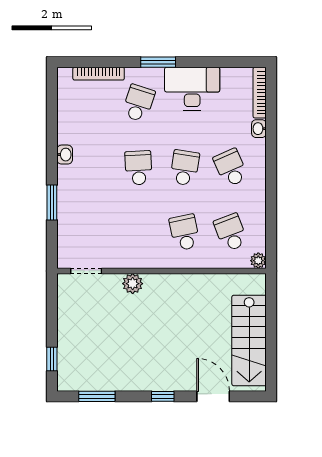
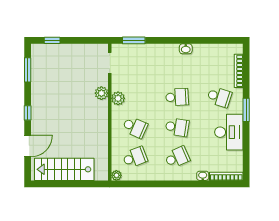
window: (52, 203) -> (134, 40), moved
school desk: (185, 232) -> (135, 127), turned 36
plant: (141, 258) -> (118, 98), added

